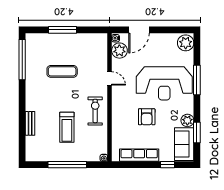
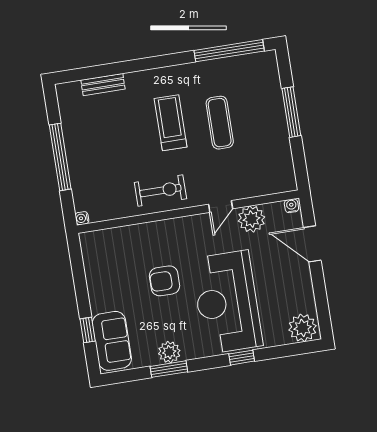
plant: (119, 51) -> (252, 219), moved
window: (197, 80) -> (242, 358), width x0.46
bench: (30, 123) -> (103, 85), moved
treadmill: (67, 127) -> (171, 123), moved, turned 90
window: (197, 132) -> (169, 369), moved
sofa: (184, 144) -> (112, 341), moved, turned 90
row of seats: (139, 155) -> (96, 278), removed

